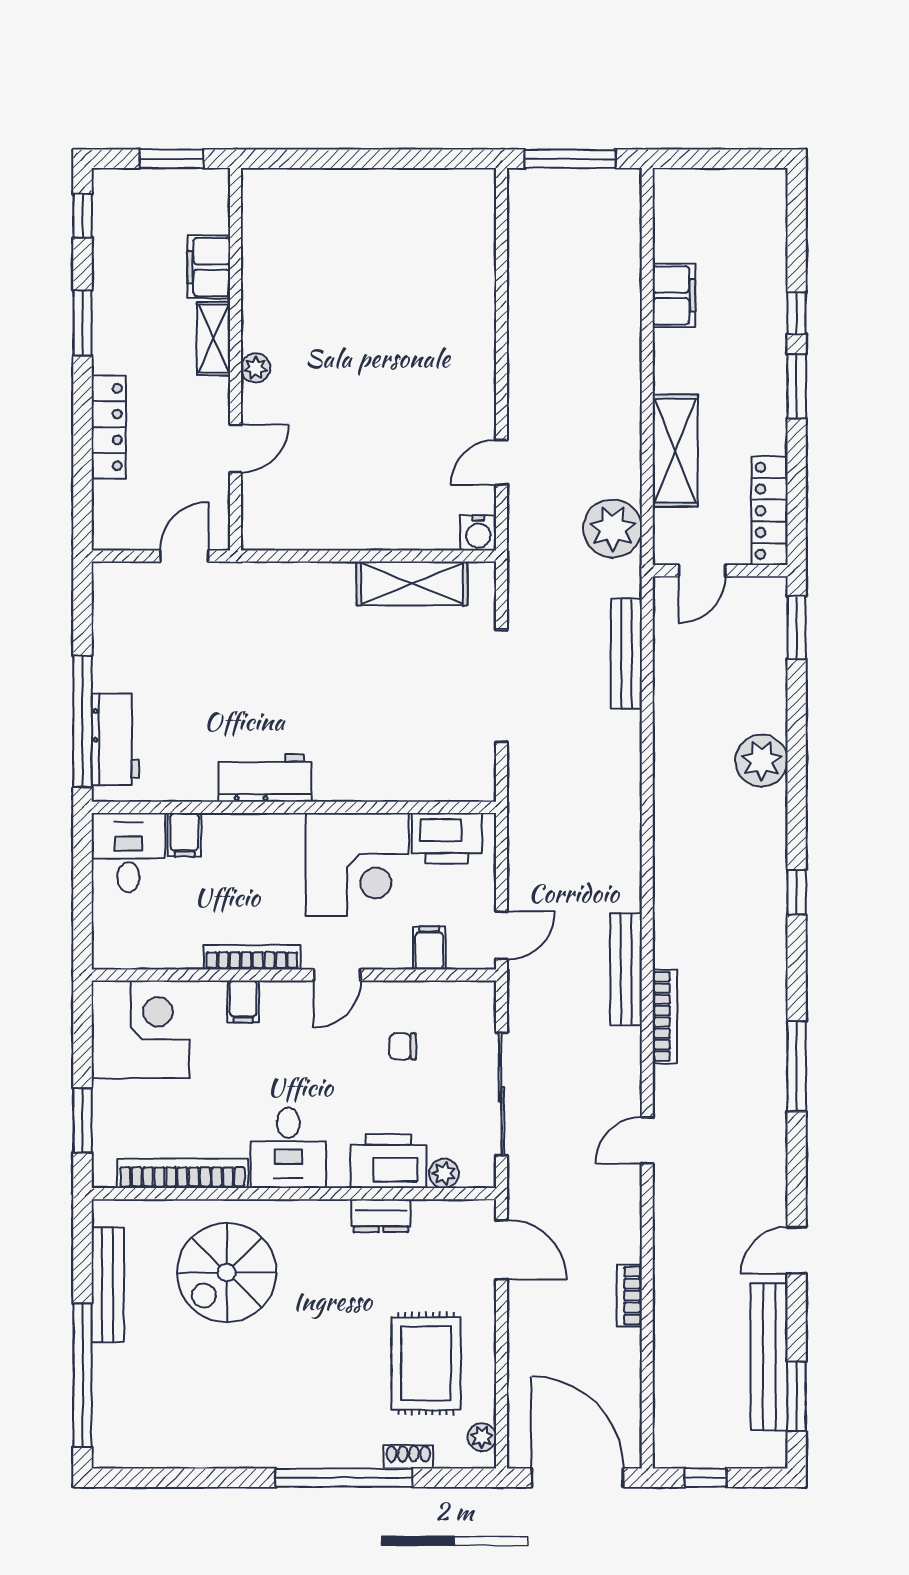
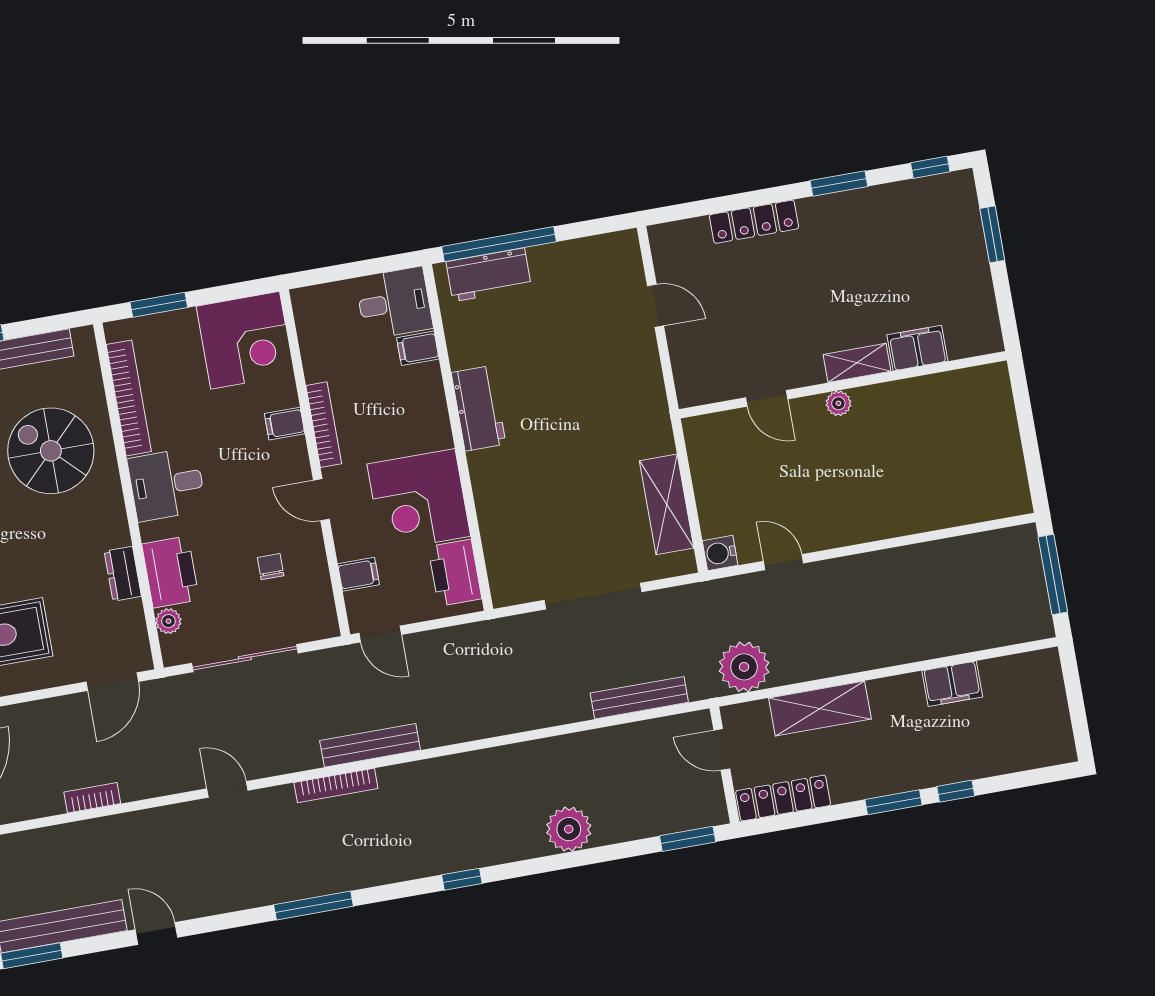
filing cabinet: (209, 267) -> (917, 348), moved
shelving: (213, 339) -> (857, 363), moved
wall: (235, 359) -> (843, 385), moved
plant: (256, 368) -> (838, 403), moved
door: (235, 449) -> (767, 398), moved

